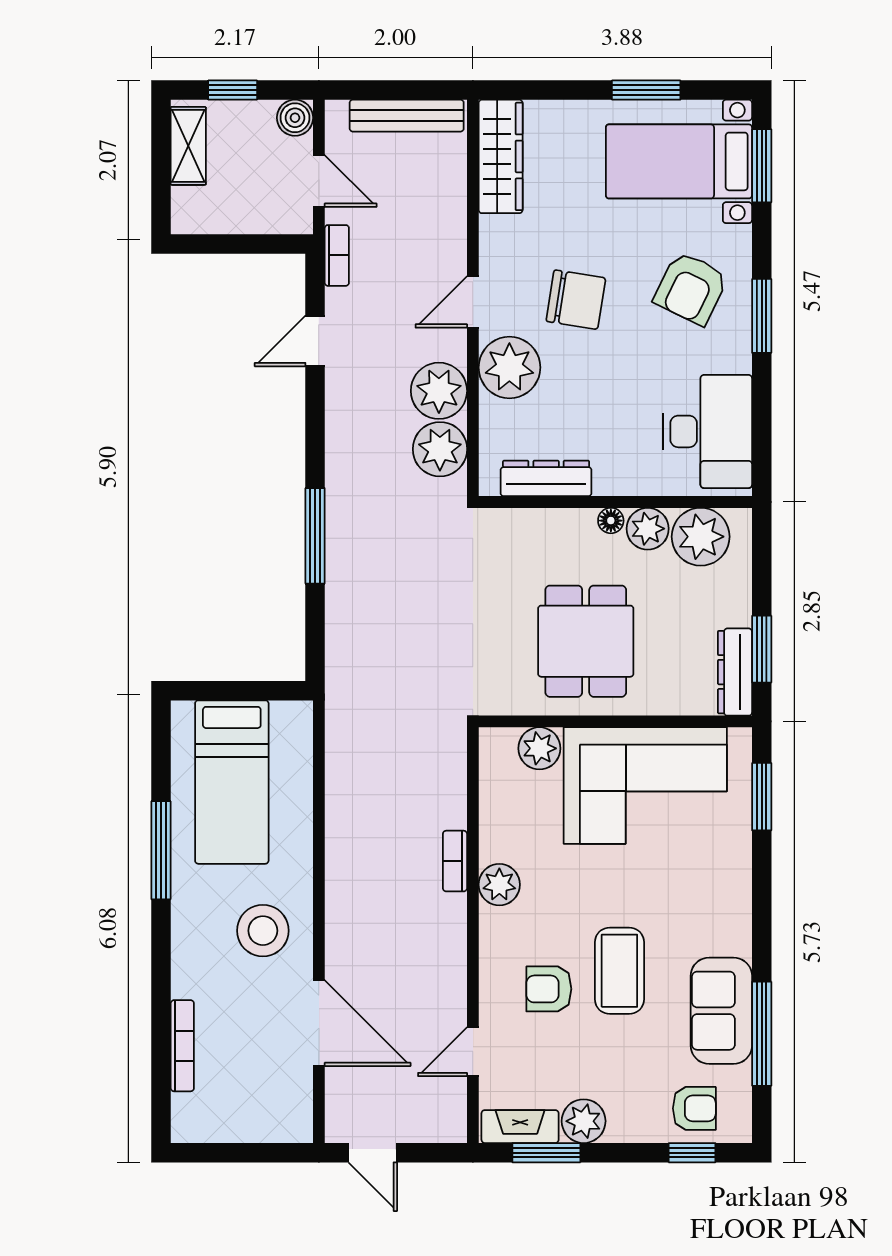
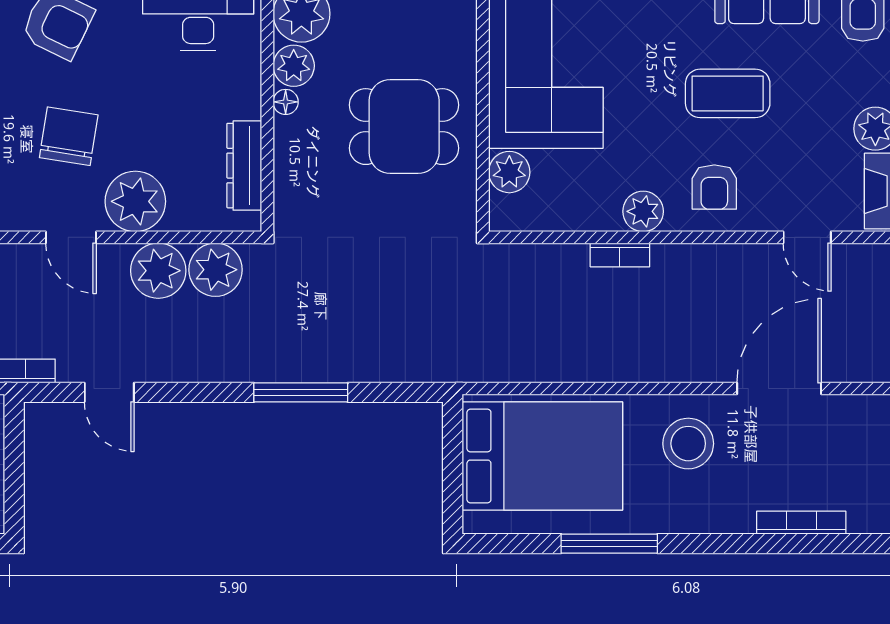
bed: (232, 782) -> (542, 456), width x1.50
armchair: (549, 989) -> (714, 187), moved

